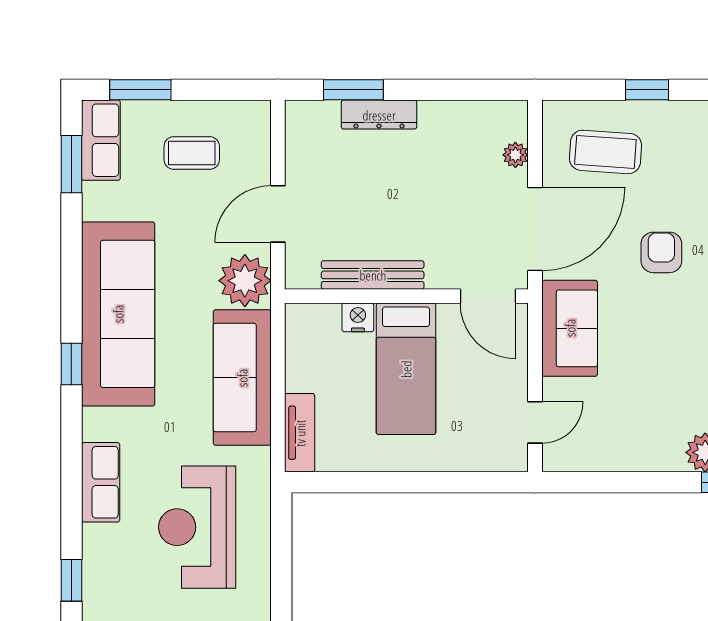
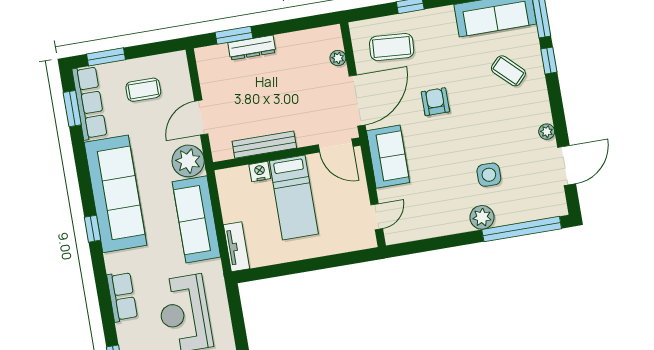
row of seats: (101, 140) -> (89, 103), width x1.48

